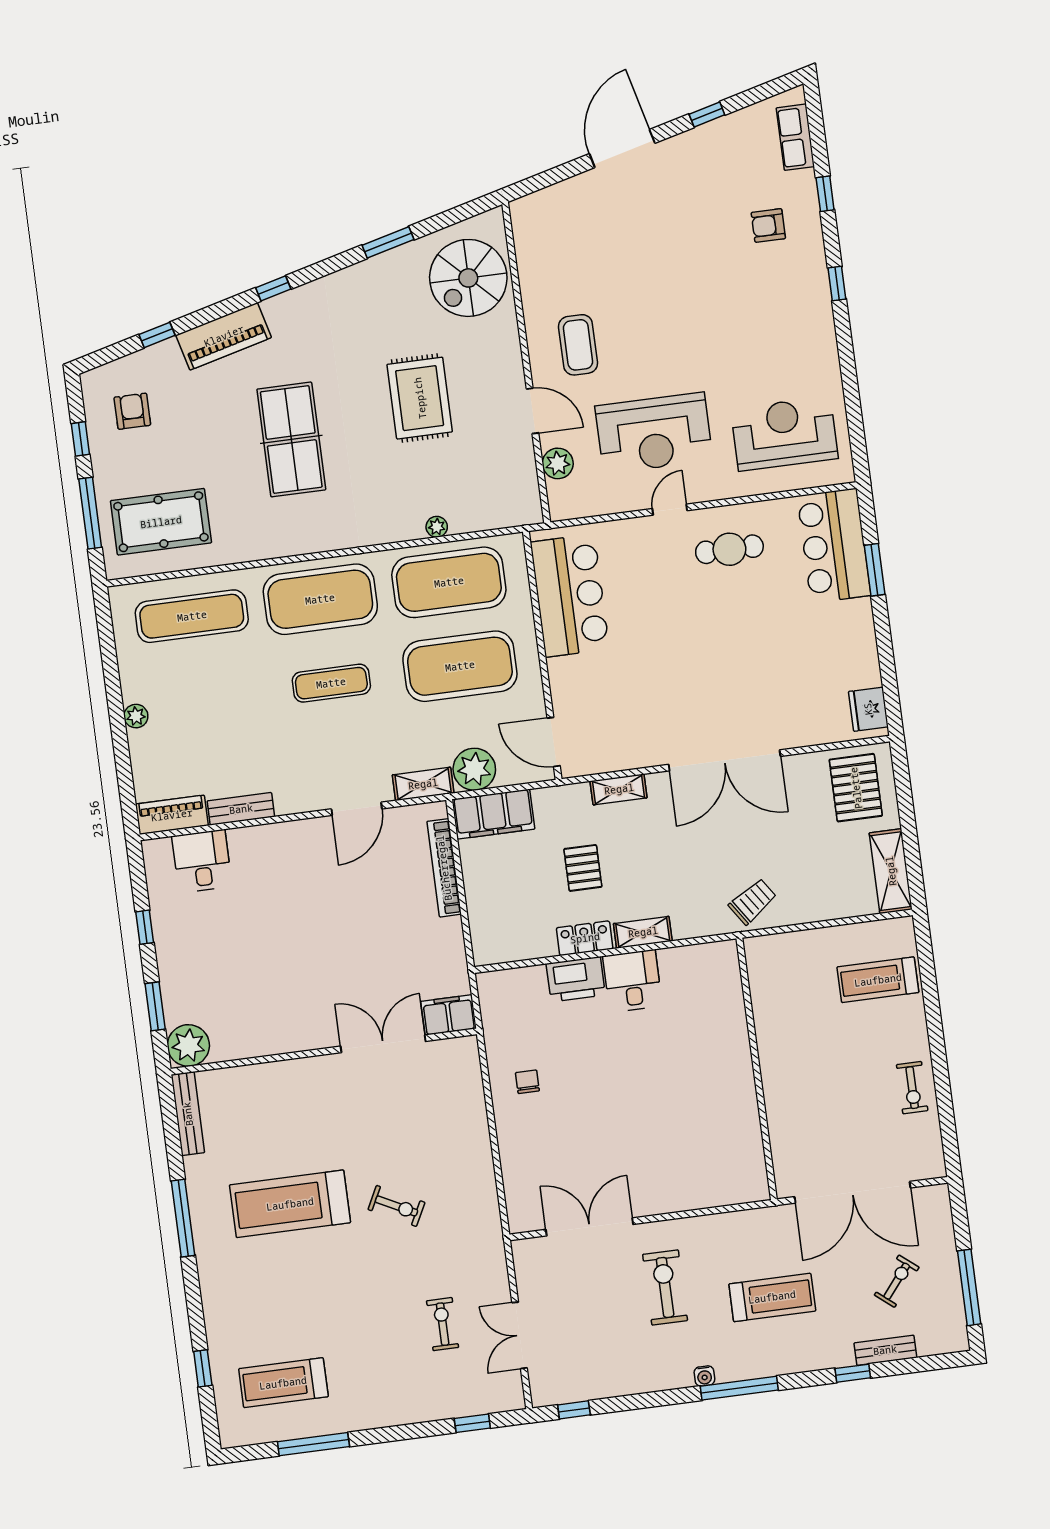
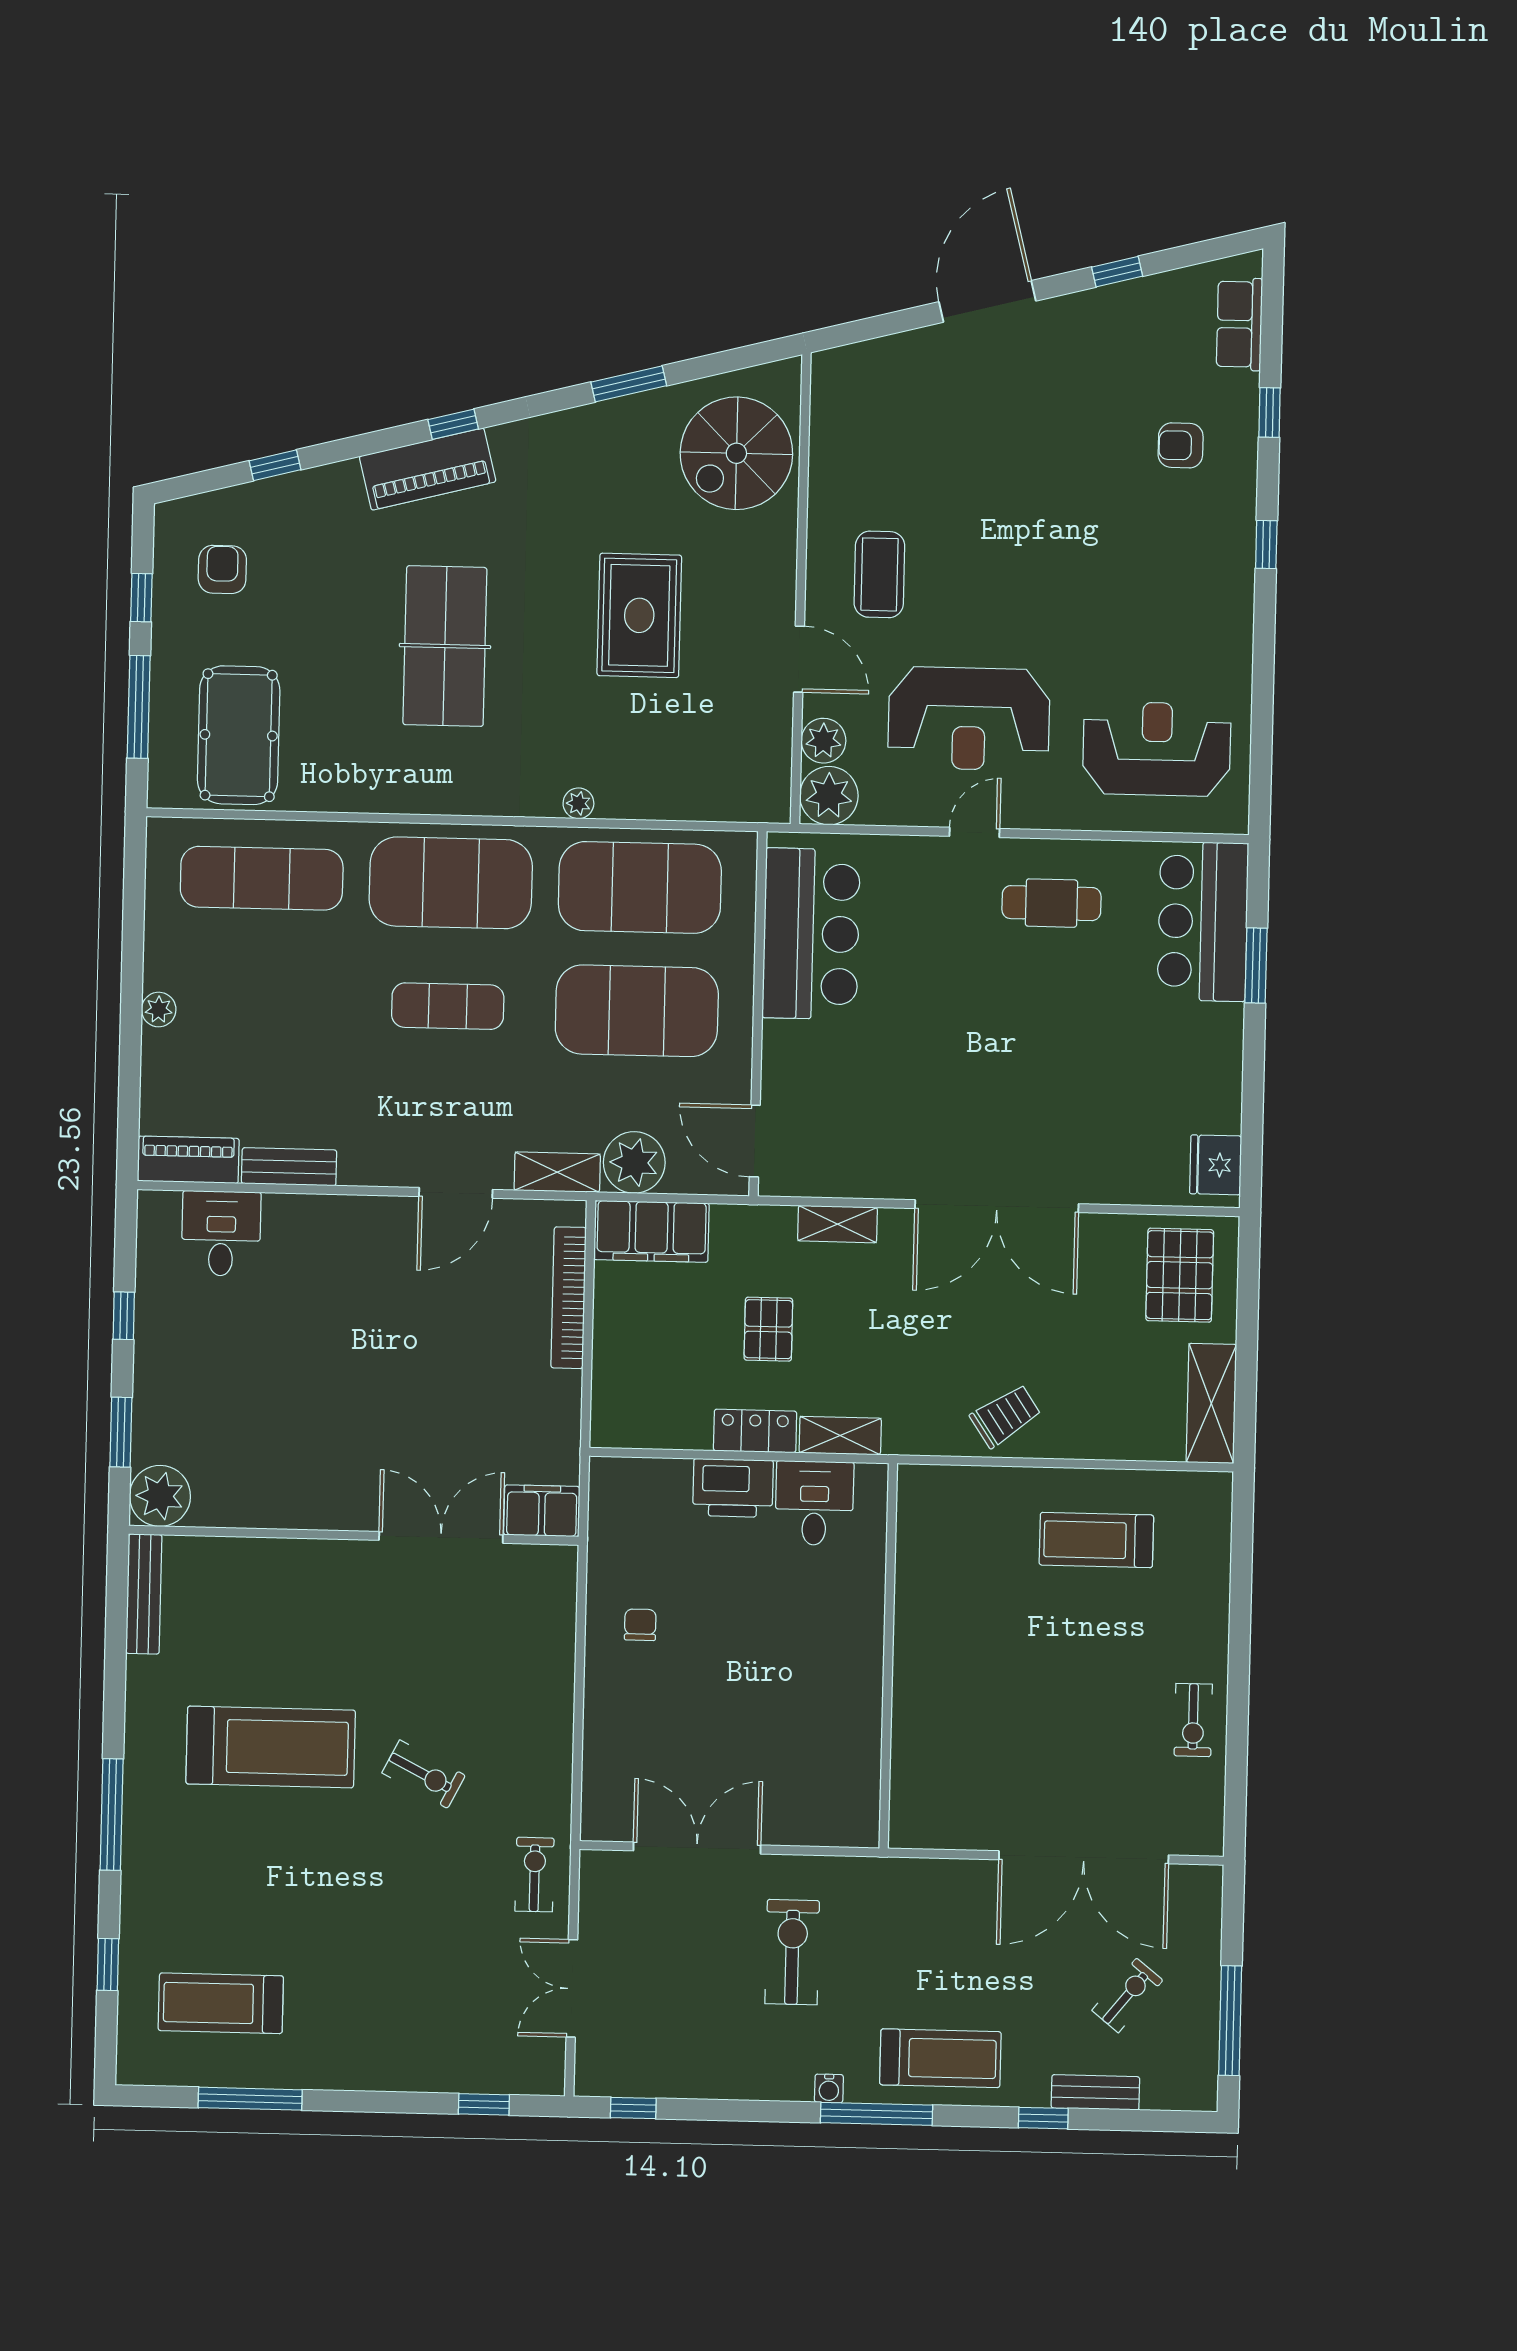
piano: (224, 336) -> (428, 469), moved
plant: (567, 500) -> (829, 796), added
pool table: (161, 522) -> (239, 735), turned 90
plant: (437, 527) -> (578, 803), moved
treadmill: (878, 980) -> (1096, 1540), moved
wall: (757, 1069) -> (888, 1656), moved
treadmill: (290, 1204) -> (271, 1747), turned 180
window: (183, 1218) -> (112, 1814), moved
treadmill: (772, 1297) -> (940, 2058), moved
exercise bike: (443, 1324) -> (535, 1875), moved

